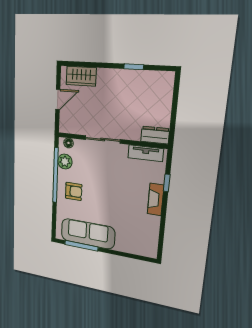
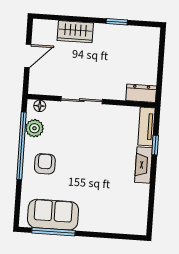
wardrobe: (81, 76) -> (75, 32), moved
tv unit: (146, 153) -> (146, 127), moved, turned 90
armchair: (74, 191) -> (45, 164), turned -90
sofa: (88, 234) -> (53, 215), width x0.73

